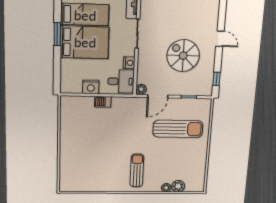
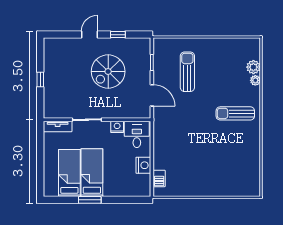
bed: (85, 42) -> (92, 173), width x0.67
window: (216, 79) -> (118, 35), moved
plant: (141, 89) -> (145, 113), removed
barbecue: (103, 102) -> (159, 178), moved
sun lounger: (178, 129) -> (187, 72), width x0.73, depth x0.75

